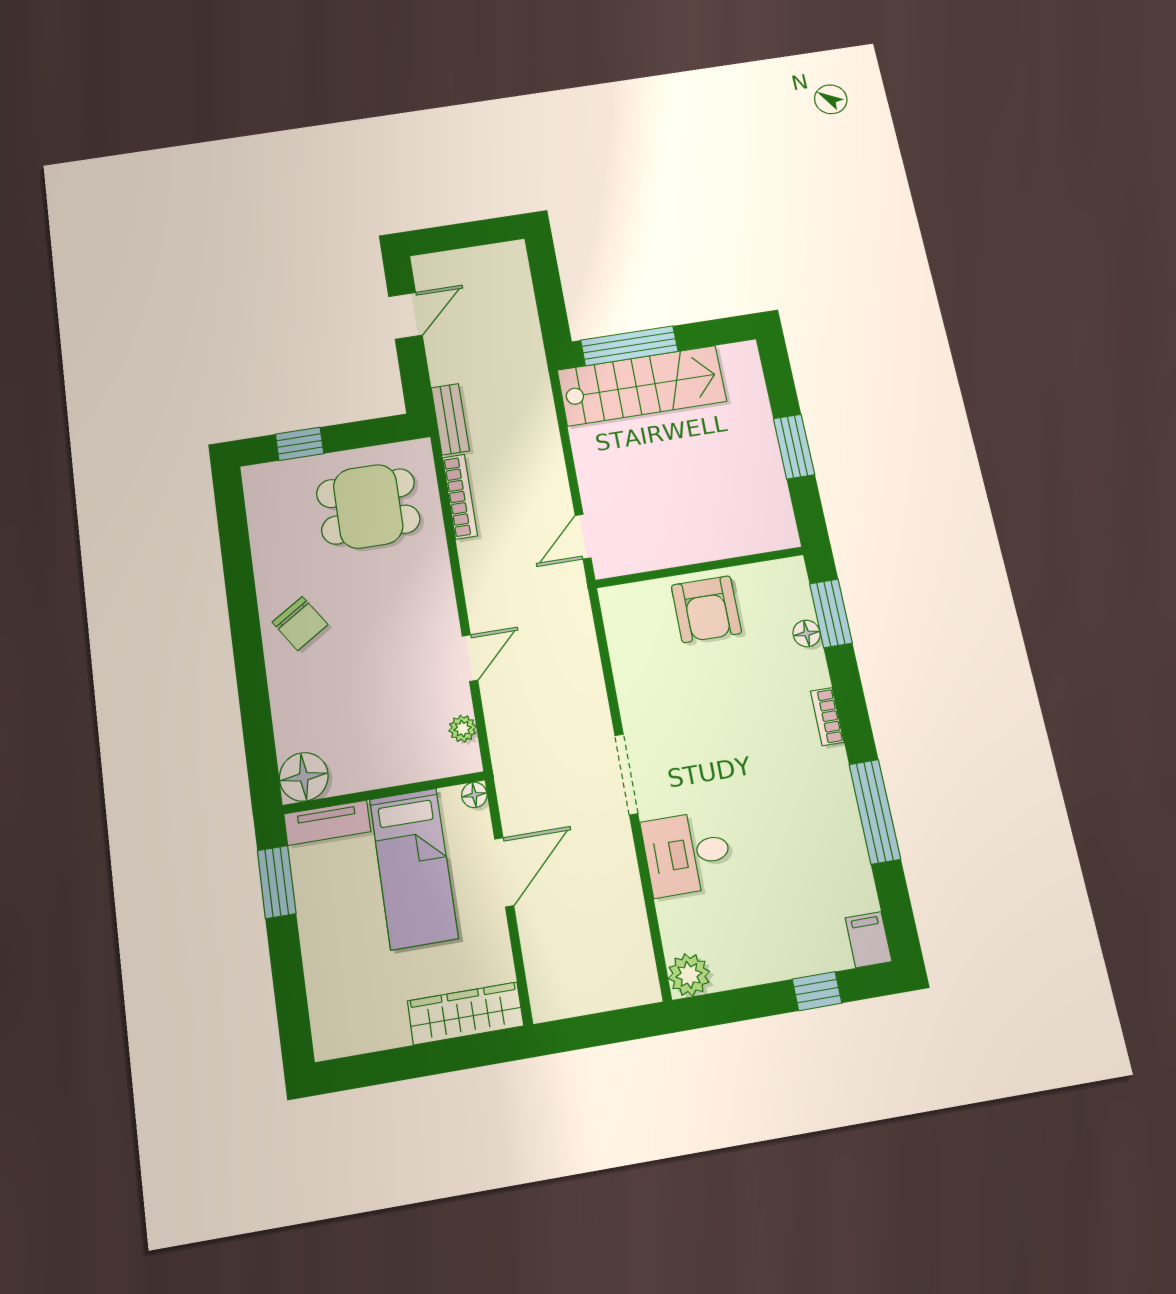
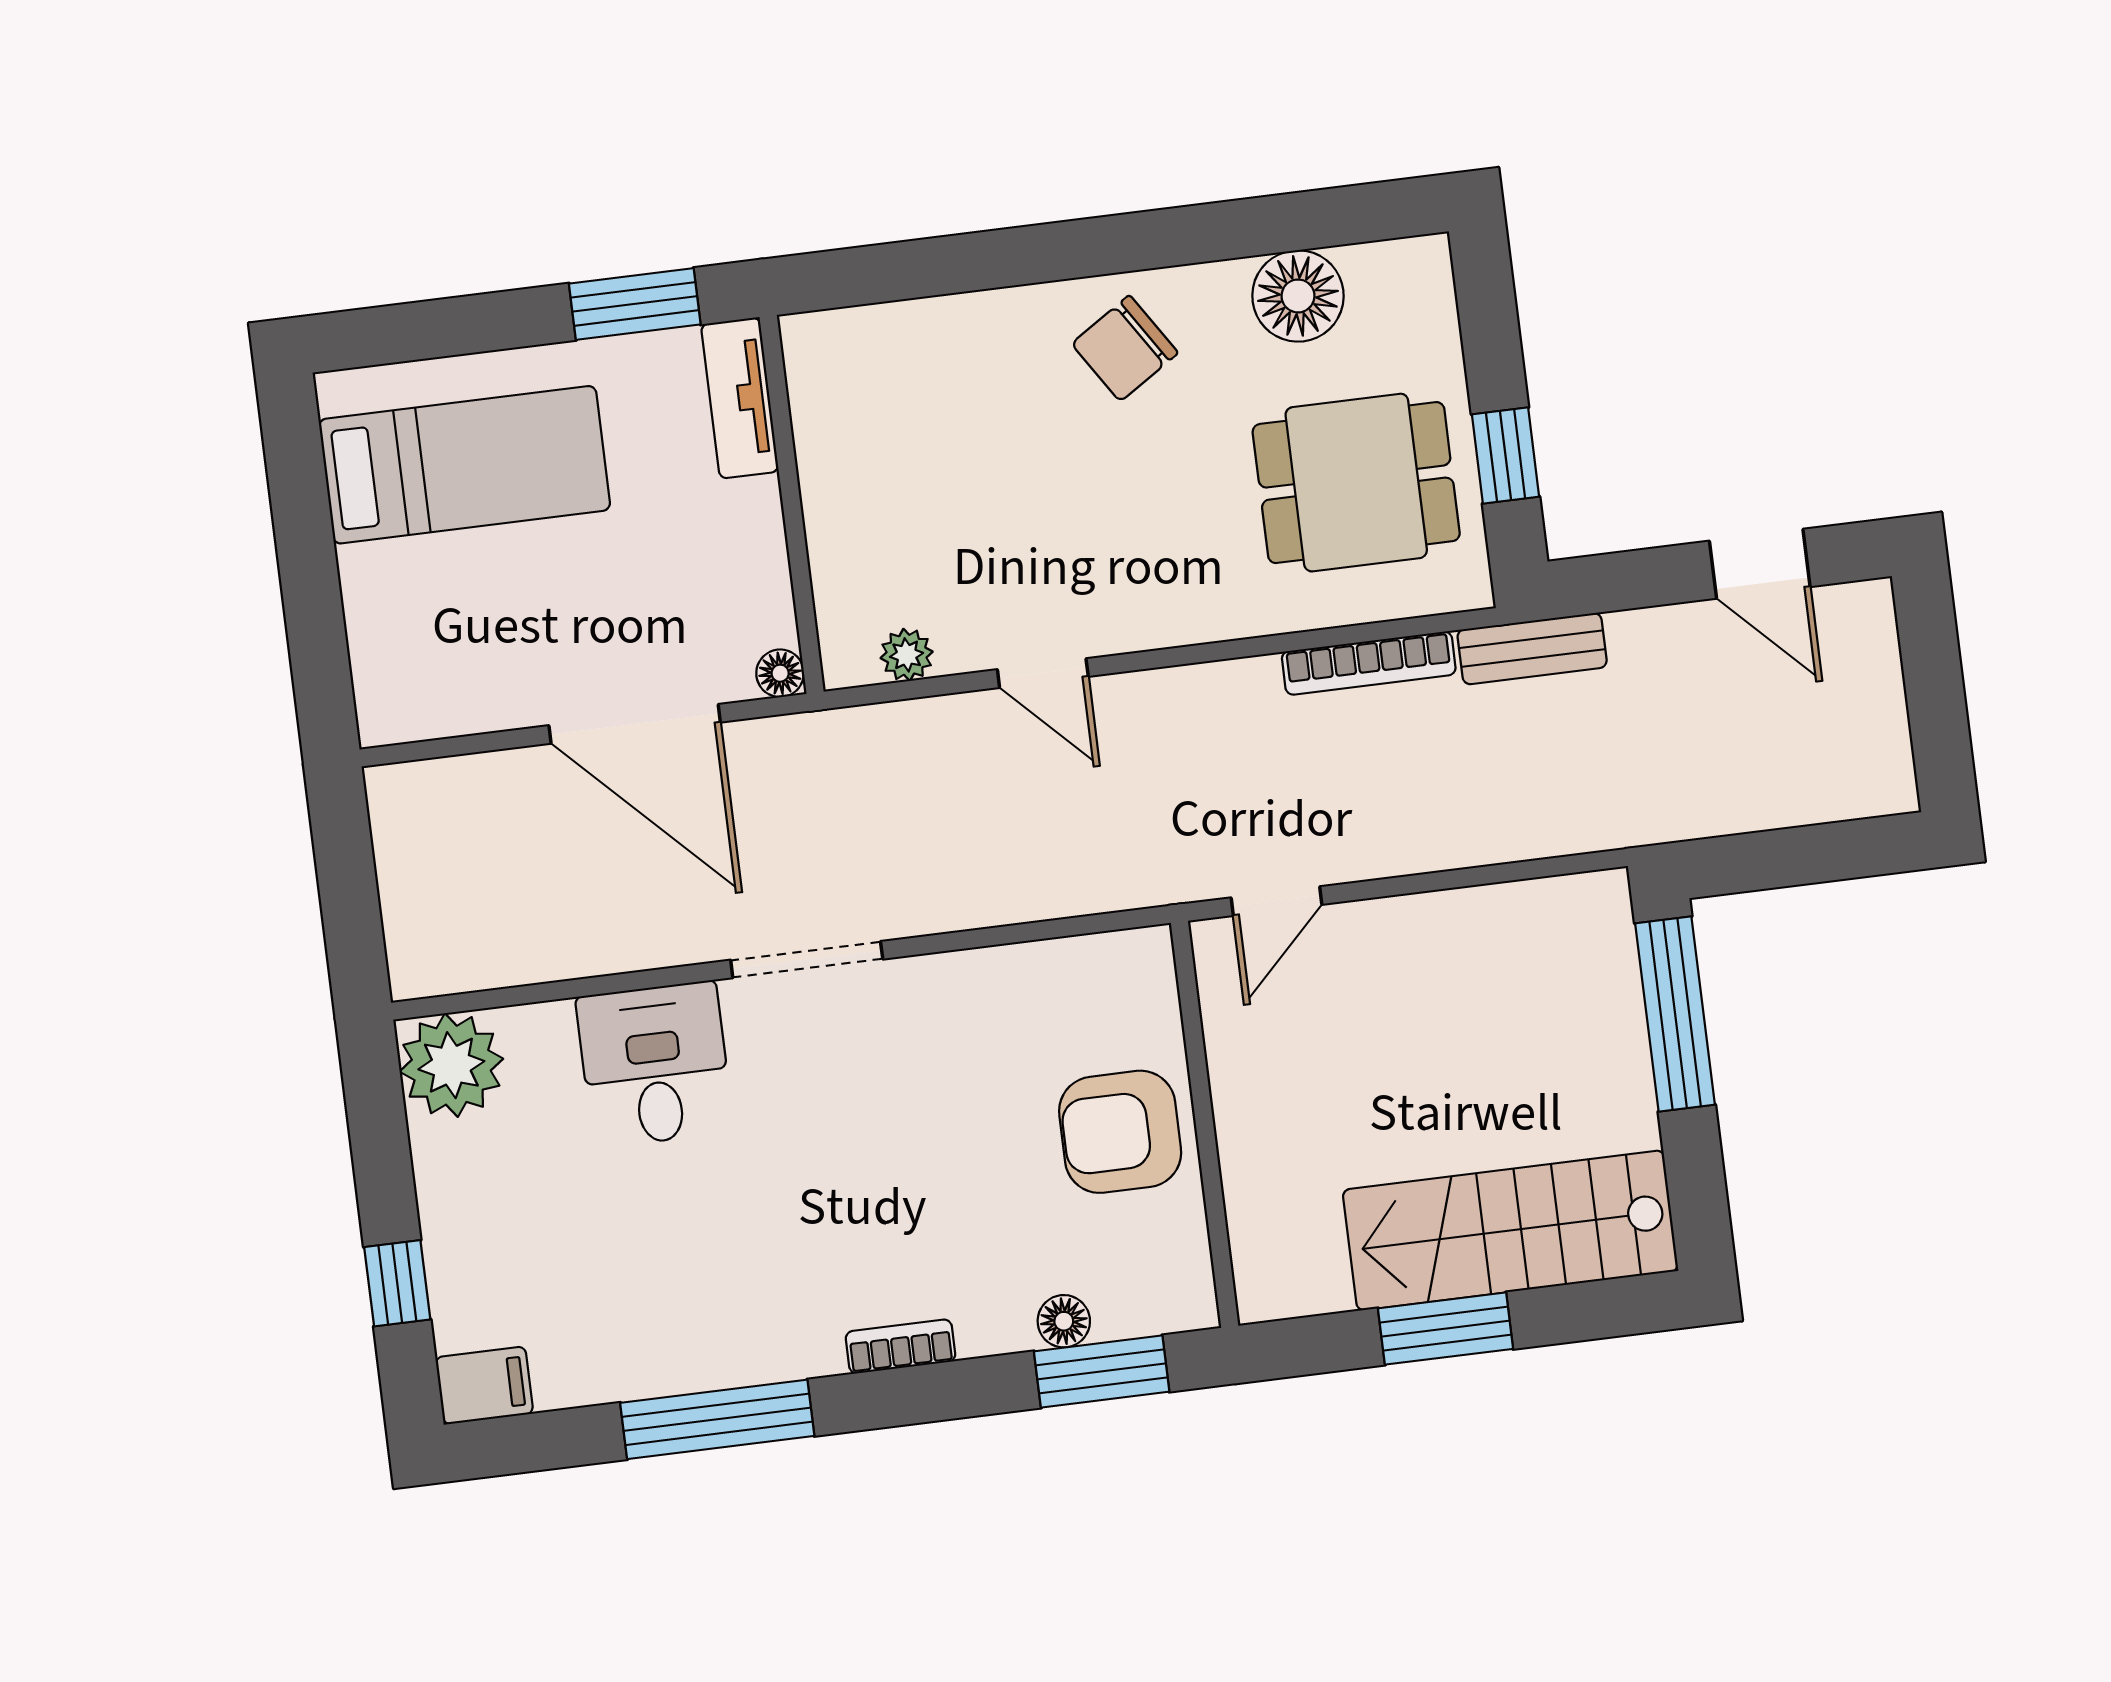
stairs: (642, 386) -> (1510, 1230), moved, turned 90
window: (300, 444) -> (1506, 456), moved
dining table: (368, 506) -> (1356, 483), turned 90
door: (583, 537) -> (1276, 901), swing flipped
floor lamp: (304, 777) -> (1298, 296), moved
bed: (414, 868) -> (465, 465), moved, turned 180
door: (504, 872) -> (635, 724), width x1.36
plant: (689, 975) -> (451, 1065), width x1.36, depth x1.36
wardrobe: (465, 1013) -> (386, 645), removed

